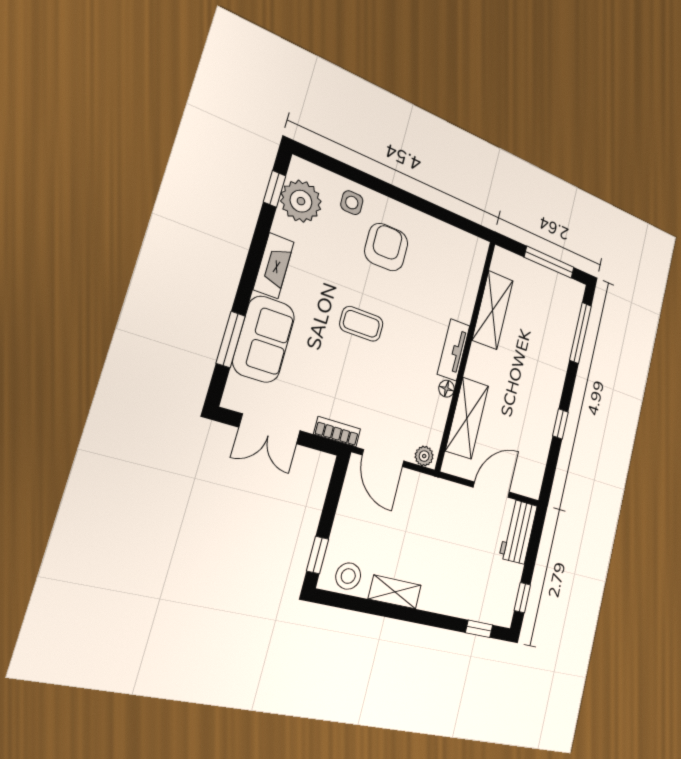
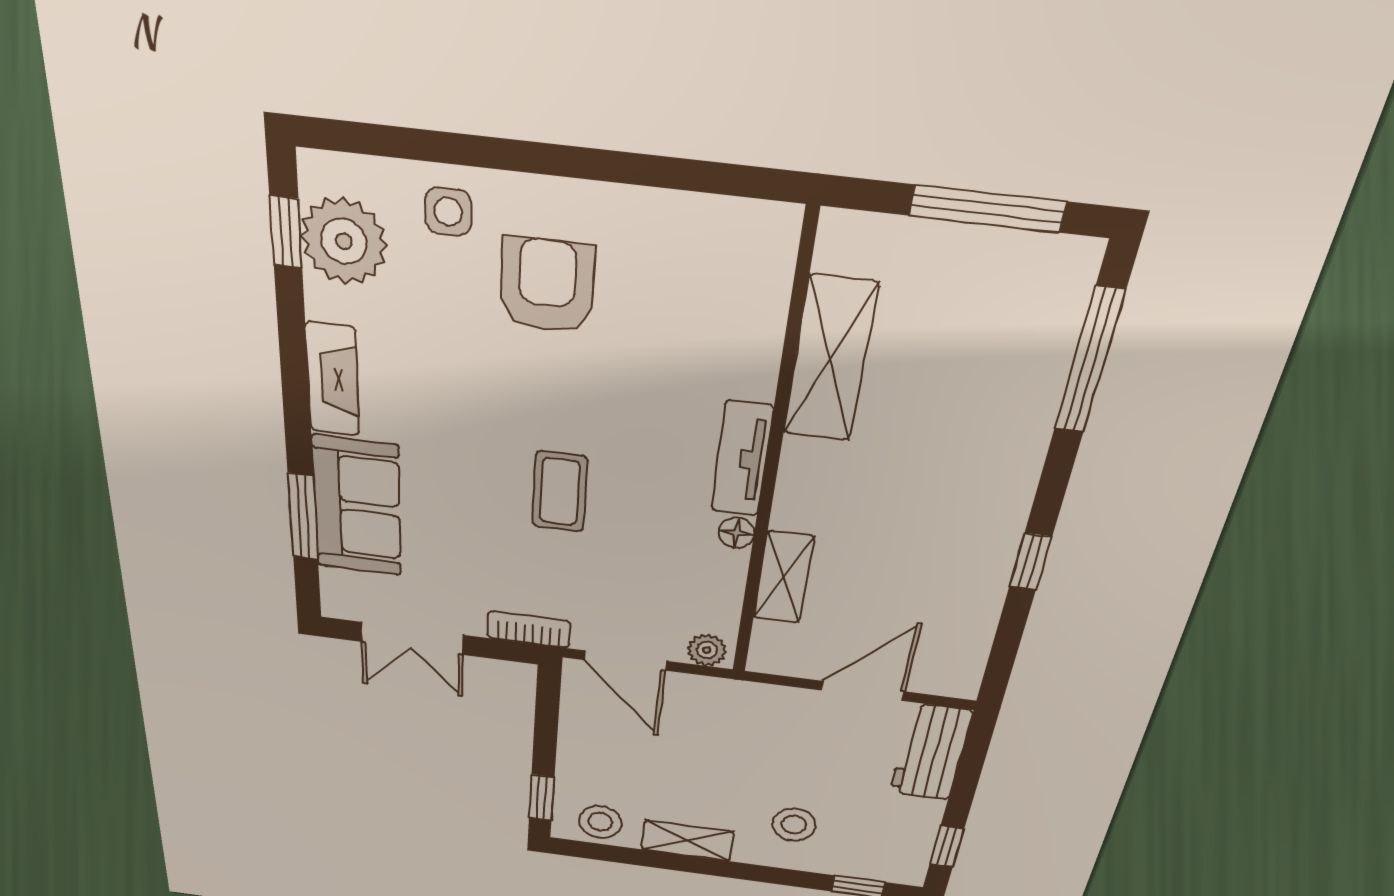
coffee table: (361, 324) -> (560, 492), moved, turned 90
shelving: (467, 418) -> (784, 578), width x0.67, depth x0.75
stool: (452, 580) -> (794, 825), added

